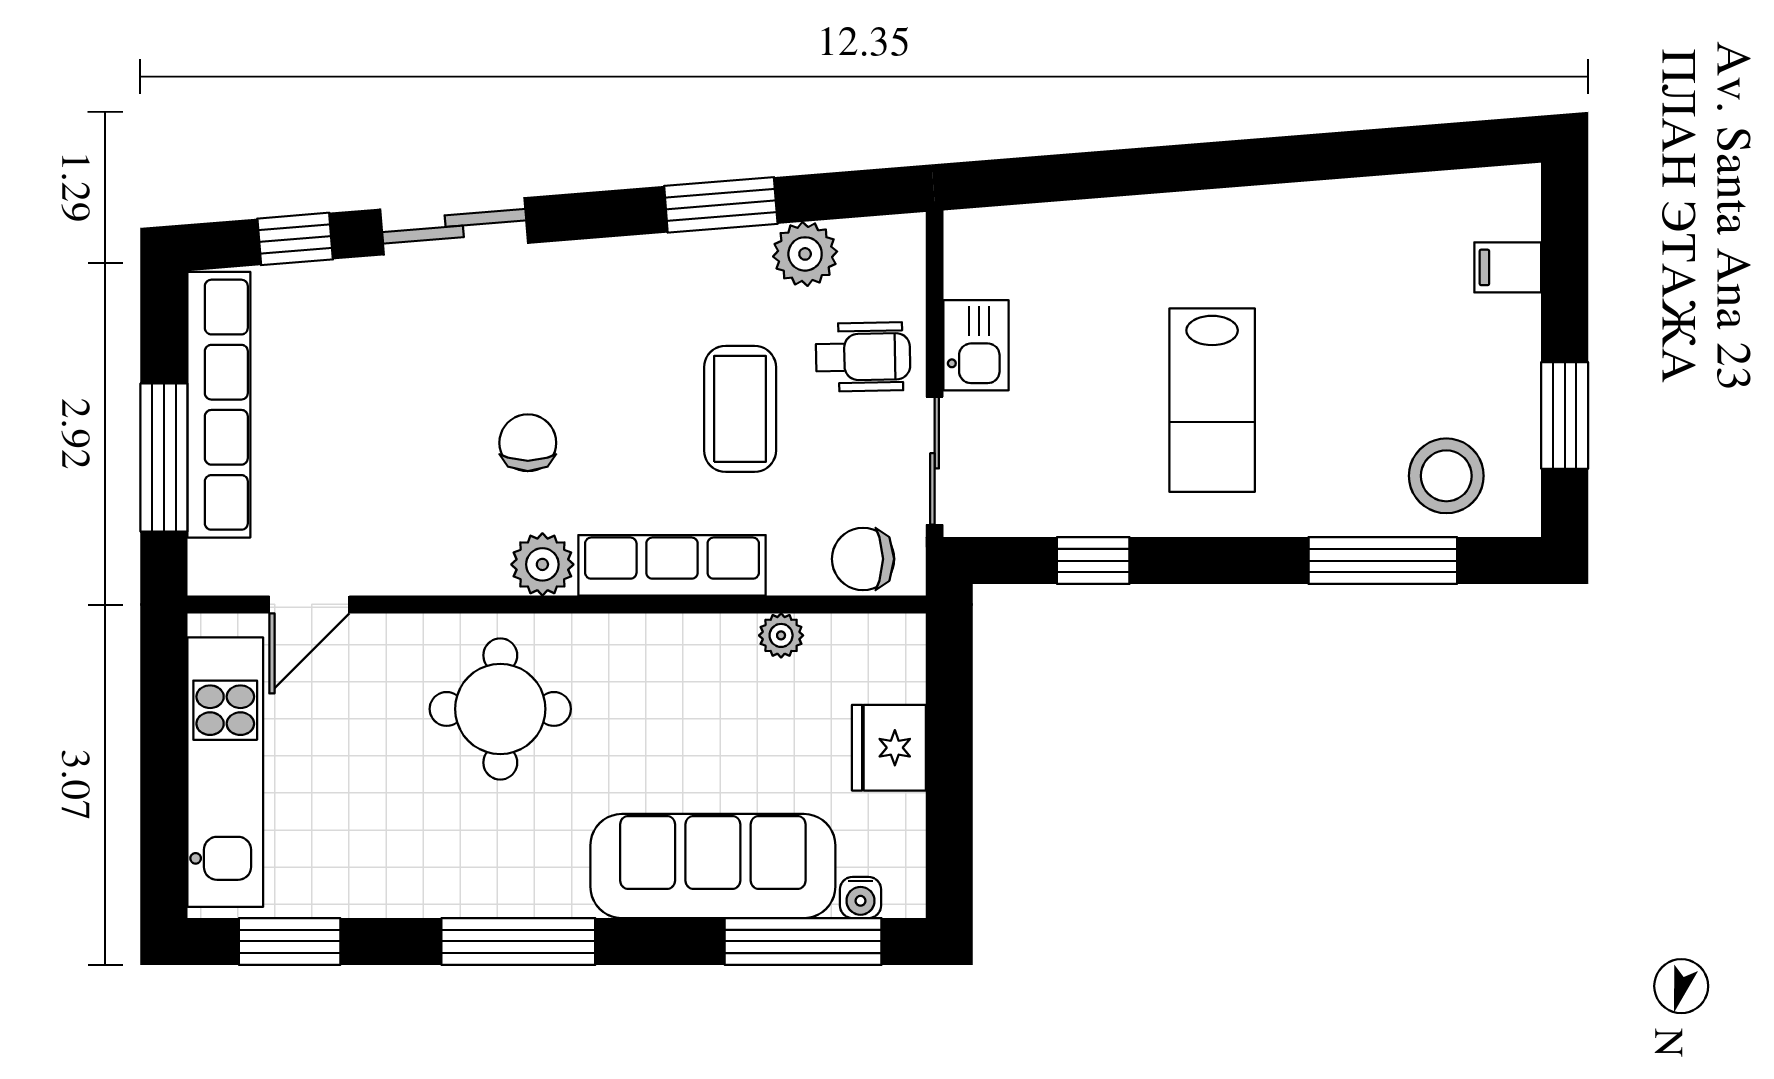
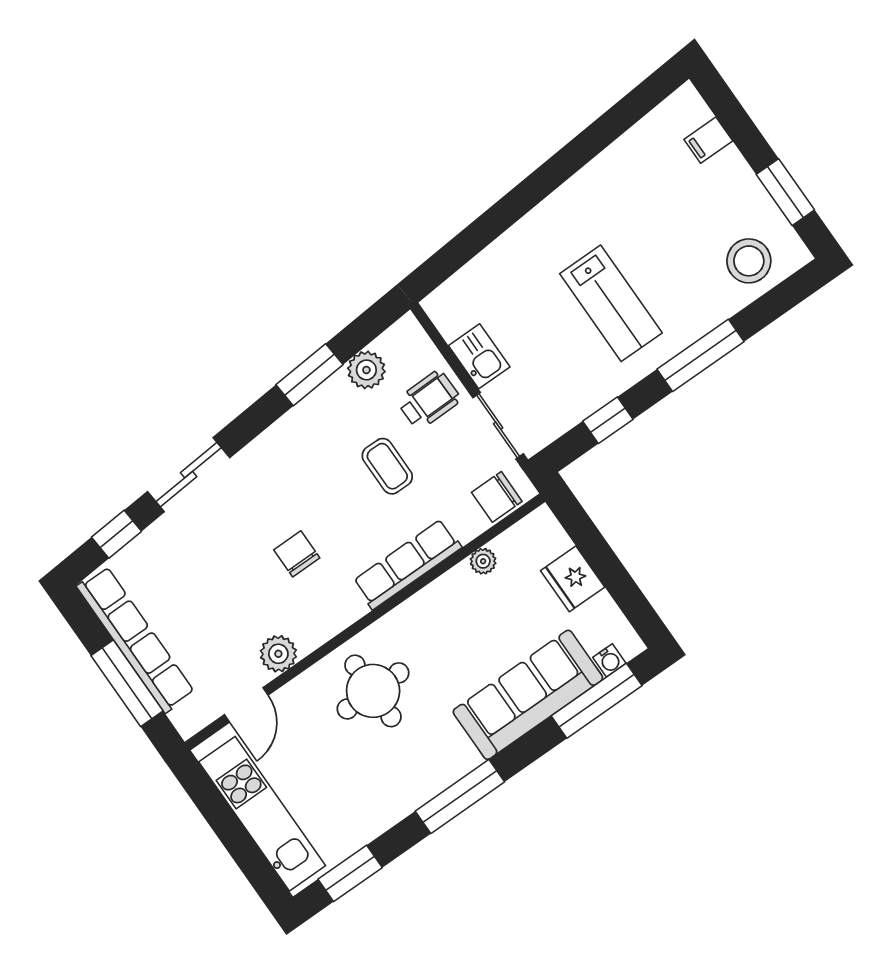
coffee table: (740, 409) -> (387, 466), width x0.73, depth x0.77
window: (1383, 561) -> (700, 355), moved
plant: (542, 564) -> (278, 654), moved

